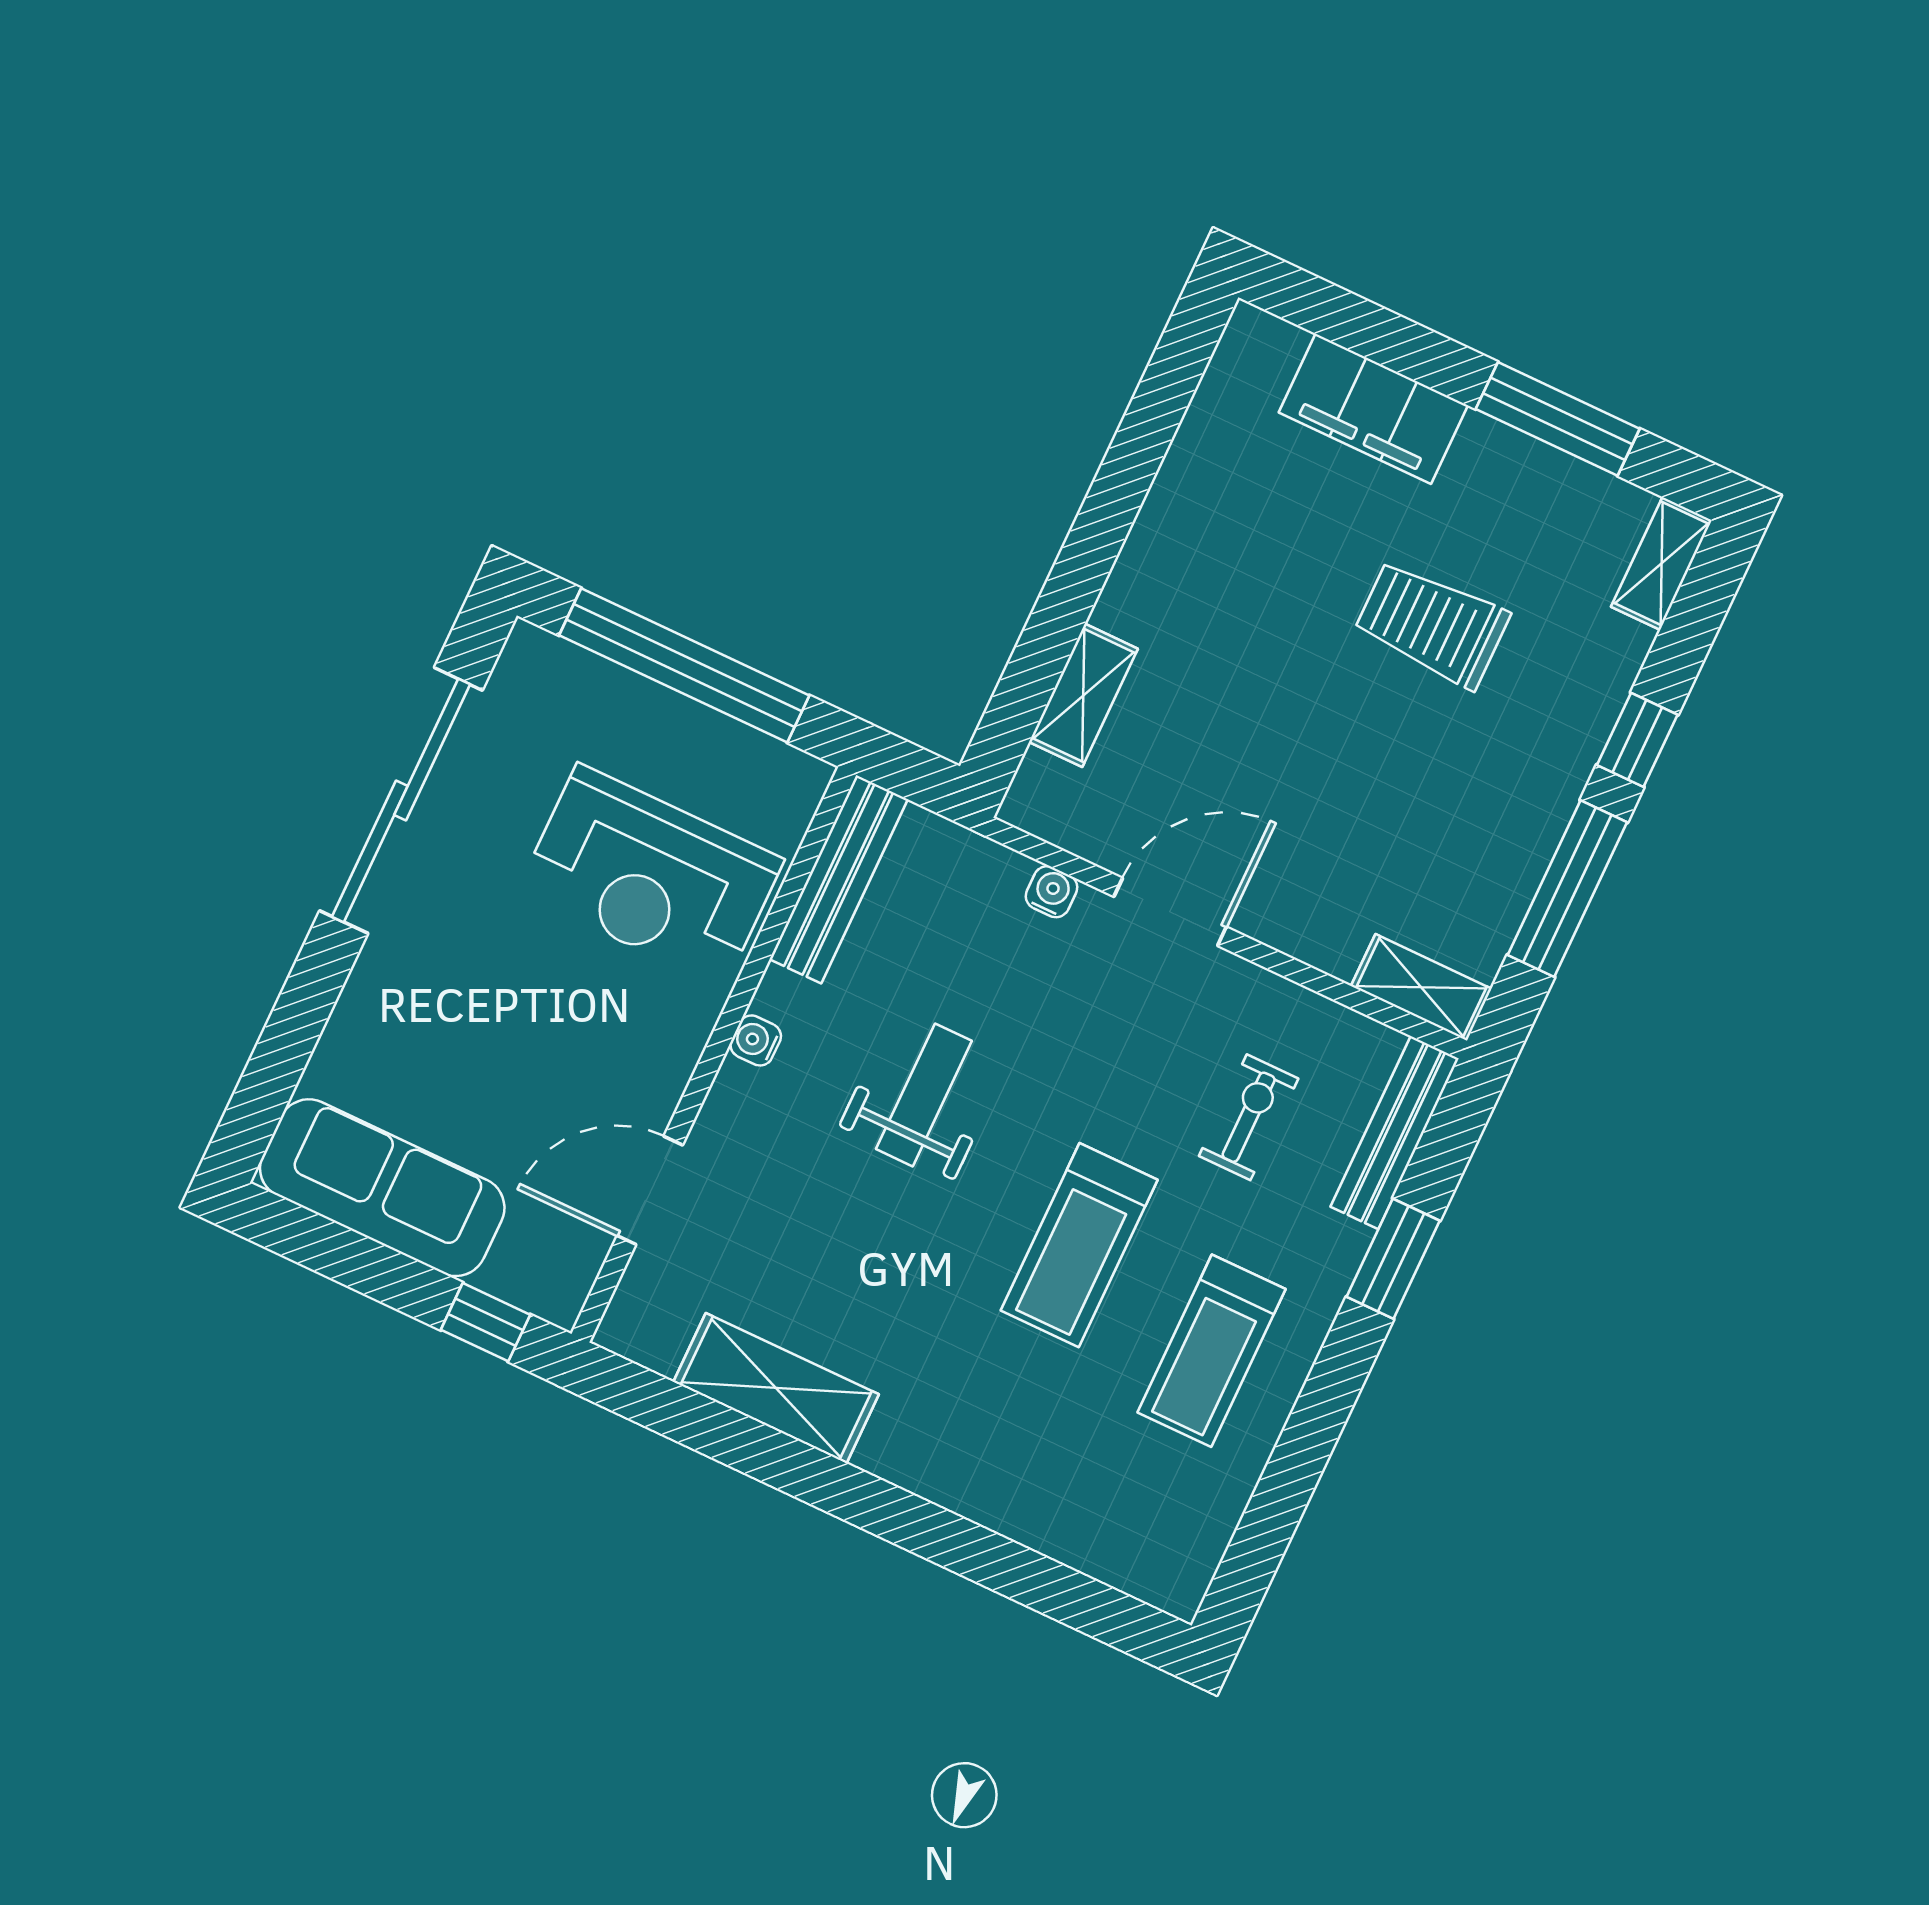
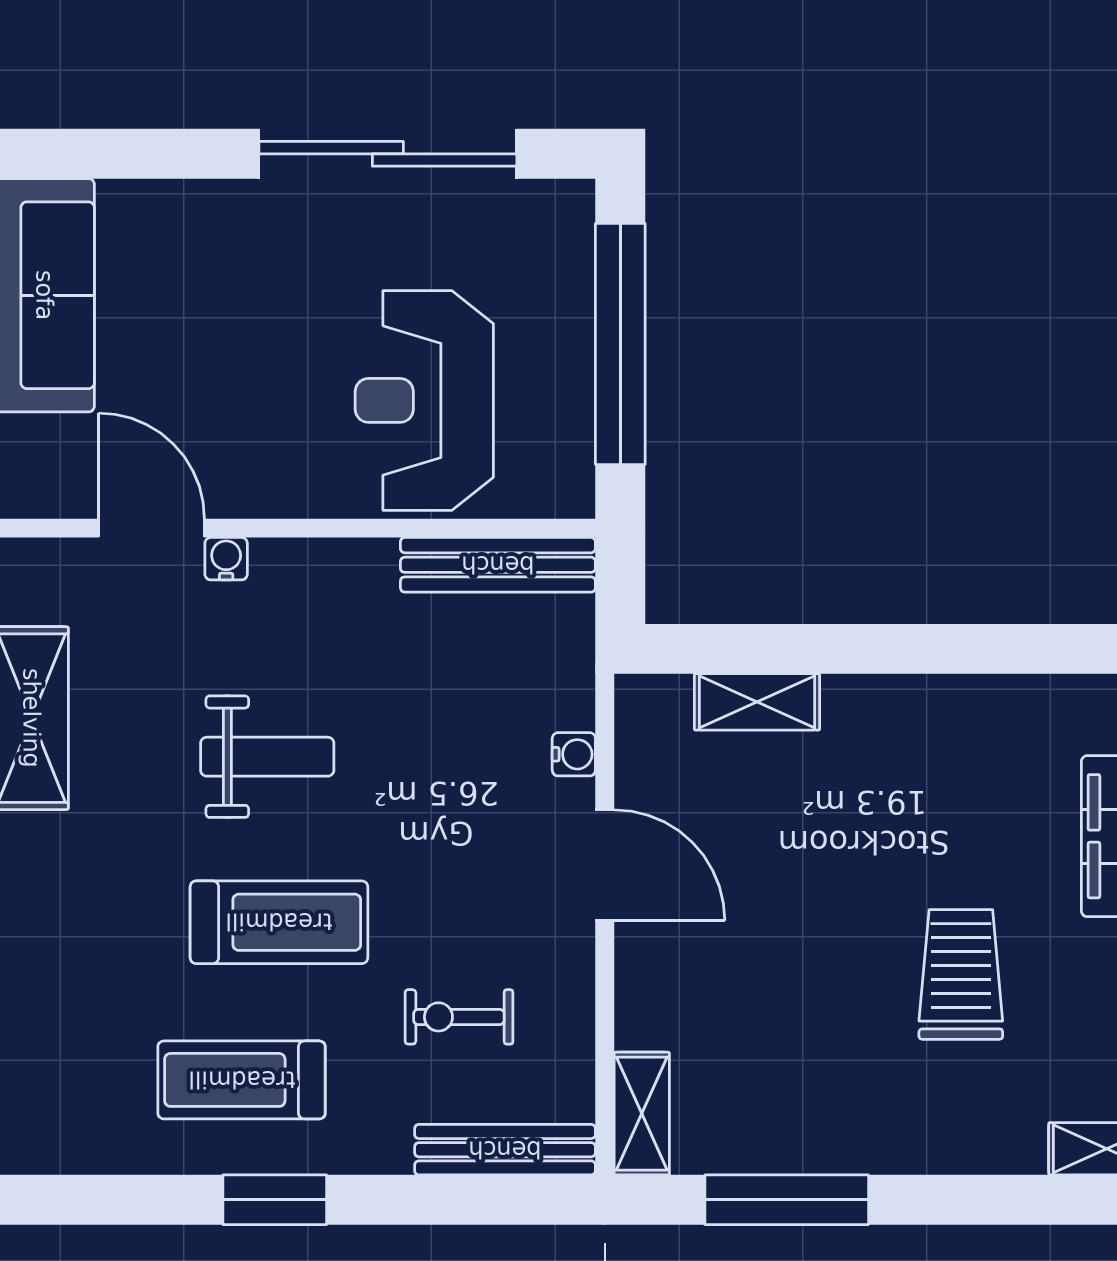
window: (1637, 740) -> (944, 1200), removed
water cooler: (756, 1040) -> (226, 559), moved
weight bench: (924, 1095) -> (267, 757), moved
exercise bike: (1249, 1117) -> (459, 1017), turned 180
treadmill: (1079, 1245) -> (279, 922), turned 180
window: (1393, 1259) -> (275, 1200), moved

